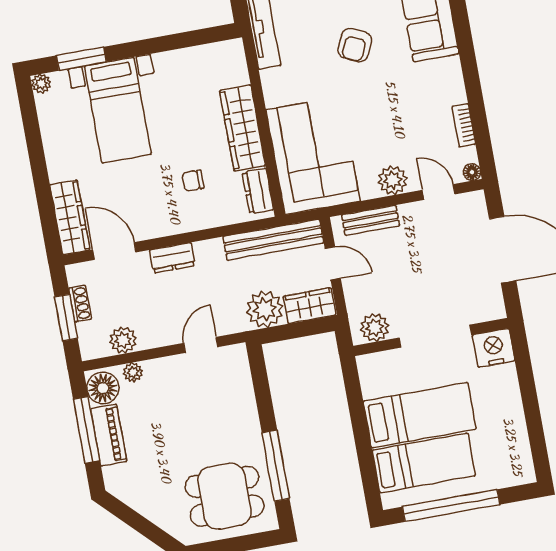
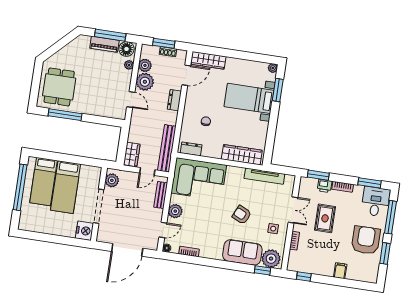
wardrobe: (243, 128) -> (242, 155), moved
plant: (265, 309) -> (145, 82), moved

